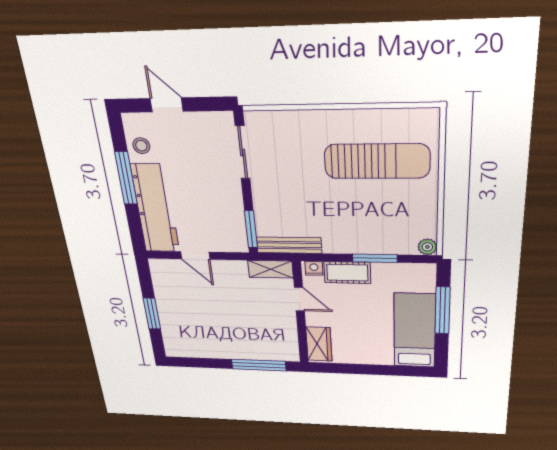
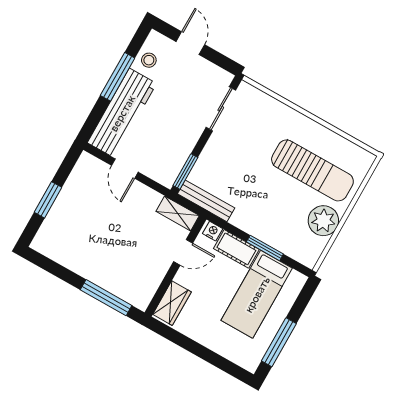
plant: (427, 247) -> (323, 221), moved, width x1.88, depth x1.88
door: (299, 299) -> (183, 252), hinge flipped
window: (442, 310) -> (279, 342), moved
bed: (415, 331) -> (257, 294), moved, turned 180

